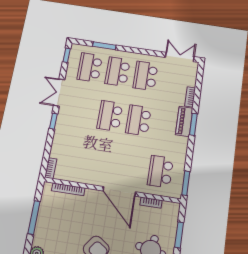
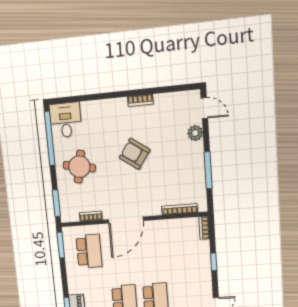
window: (53, 121) -> (214, 262), moved
door: (119, 191) -> (126, 220), swing flipped
window: (179, 235) -> (56, 203), moved

